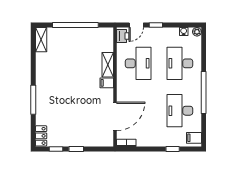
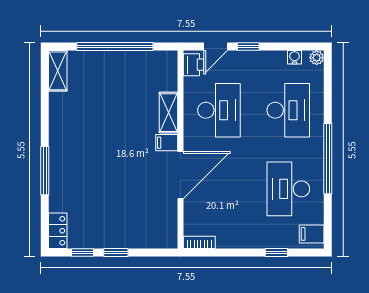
desk: (180, 63) -> (288, 110), turned 180
door: (115, 116) -> (180, 175), moved

